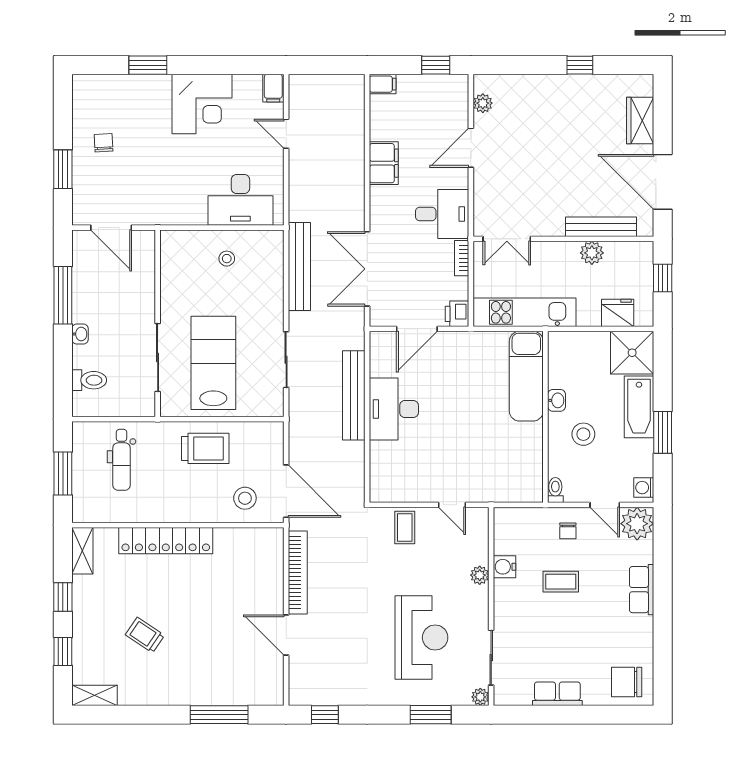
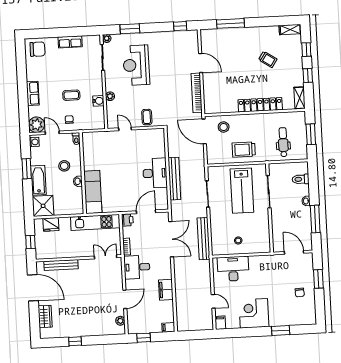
plant: (592, 253) -> (65, 252), removed

